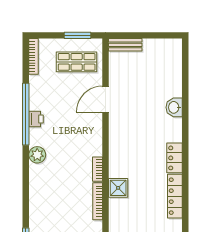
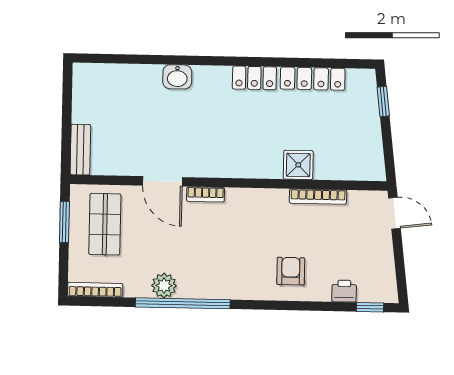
printer: (36, 119) -> (344, 291), moved
plant: (37, 155) -> (164, 286), moved
bookcase: (98, 169) -> (206, 194), moved
armchair: (48, 184) -> (291, 271), added

